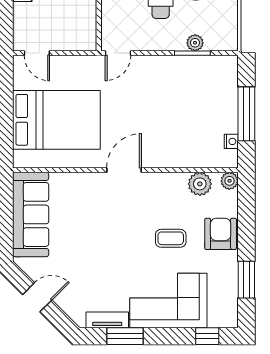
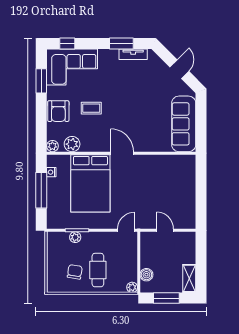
door: (37, 53) -> (165, 230), moved
bed: (56, 120) -> (90, 183), moved, turned -90
door: (124, 170) -> (122, 153), swing flipped
door: (37, 297) -> (179, 69), swing flipped
corner sofa: (168, 301) -> (72, 67), moved

